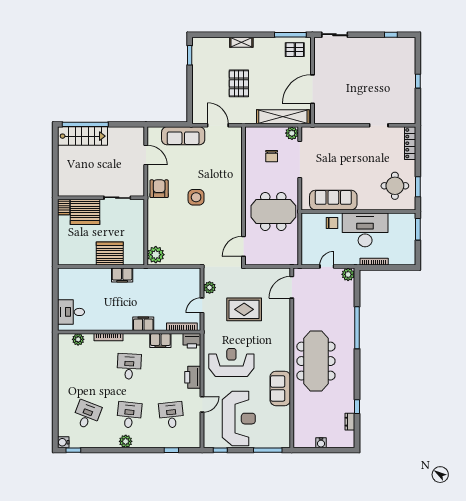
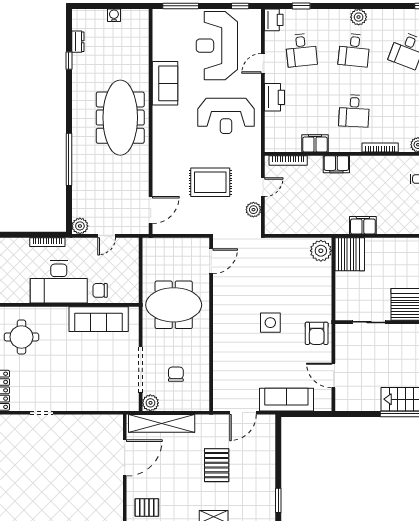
door: (218, 125) -> (243, 413), hinge flipped
server rack: (110, 254) -> (350, 254), moved, turned -90
printer: (192, 341) -> (274, 20), moved, turned 90

